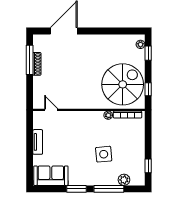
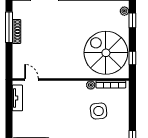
spiral stairs: (123, 84) -> (106, 53), turned -90
tv unit: (38, 142) -> (17, 98), moved
side table: (104, 154) -> (99, 111), moved

